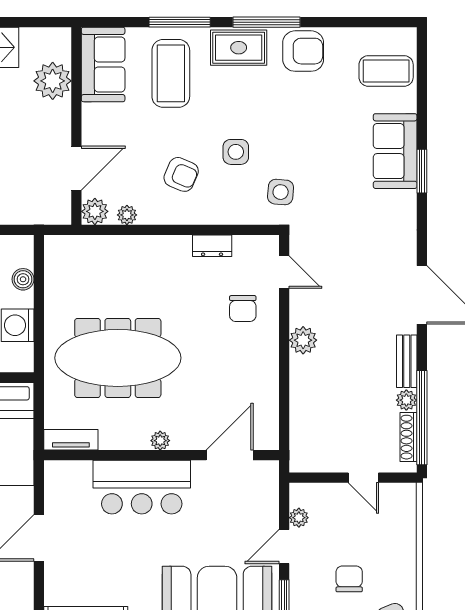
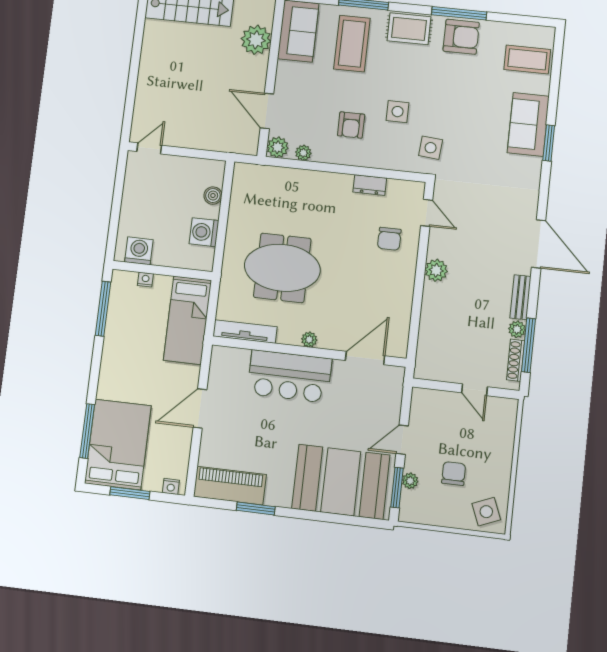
window: (267, 22) -> (459, 13), moved
door: (76, 168) -> (267, 111), swing flipped
armchair: (181, 174) -> (351, 125), turned 67
meeting table: (118, 358) -> (282, 268), width x0.73
window: (422, 418) -> (528, 345), width x0.68
tv unit: (71, 440) -> (245, 332), width x1.41
plant: (299, 518) -> (410, 481), moved

